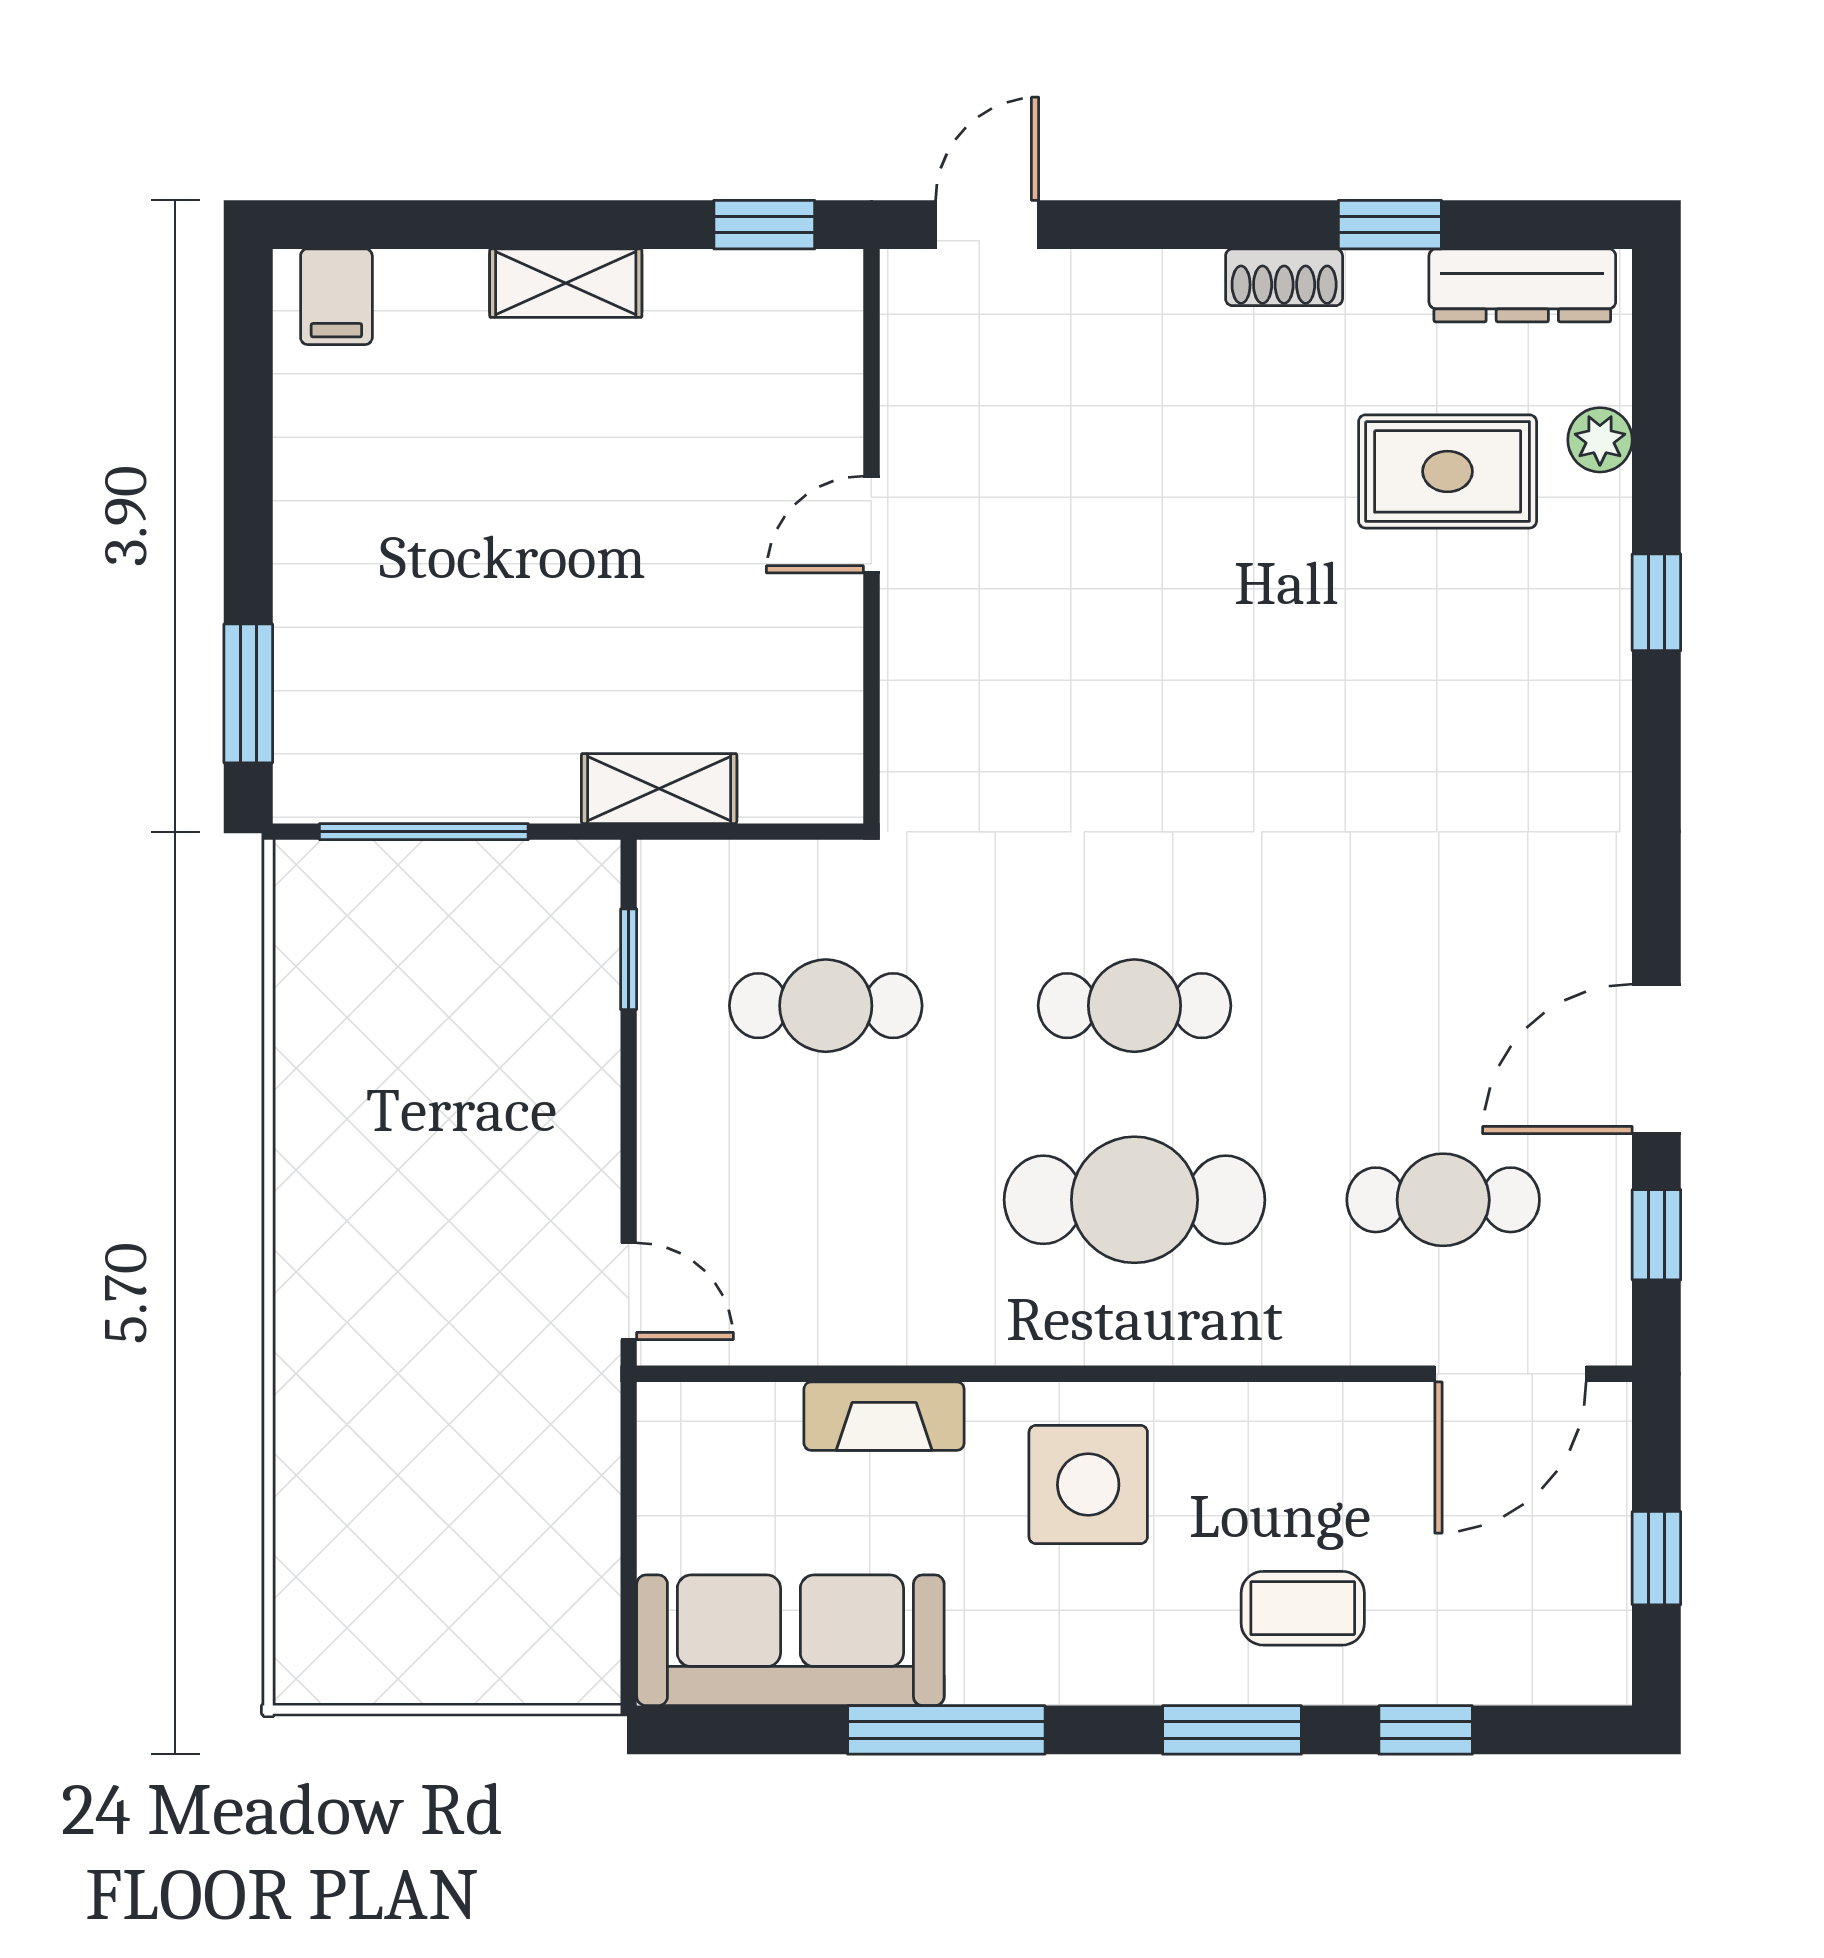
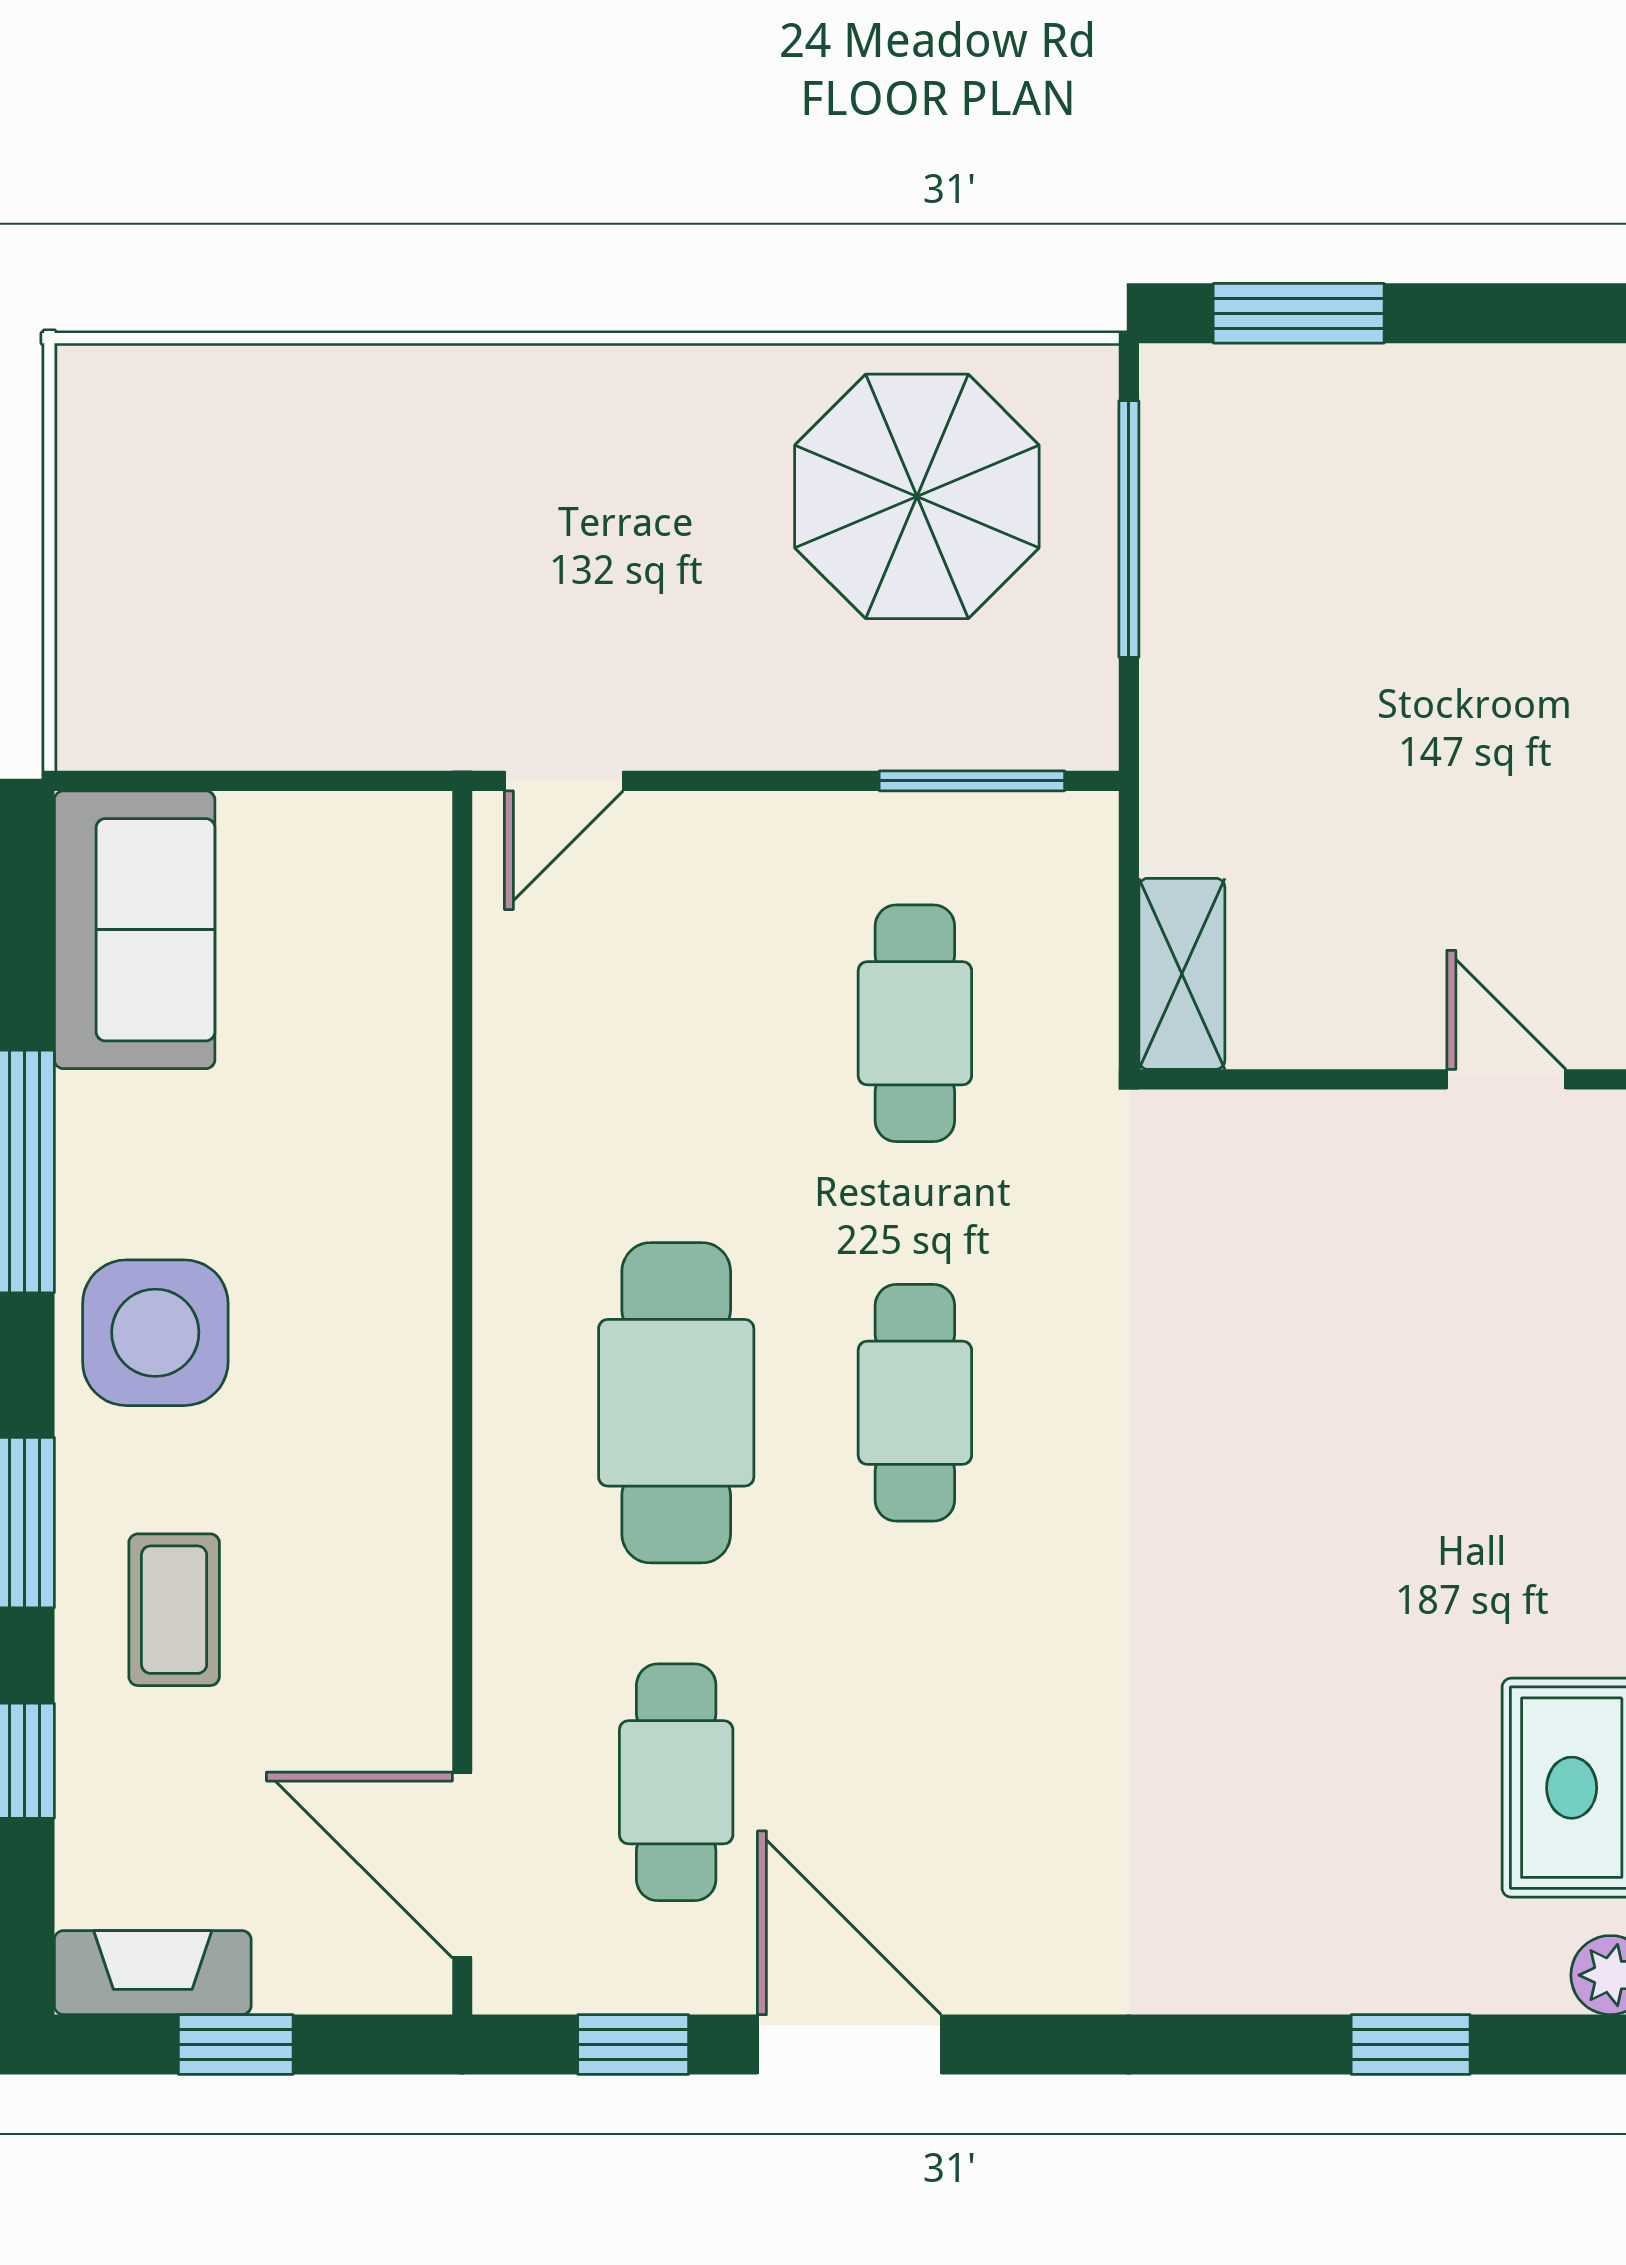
shelving: (659, 789) -> (1182, 974), moved
window: (629, 959) -> (972, 781), width x1.50
parasol: (397, 1004) -> (917, 496), added
fireplace: (884, 1416) -> (153, 1973), moved, turned 90
side table: (1088, 1485) -> (155, 1333), moved
sofa: (790, 1640) -> (135, 930), width x0.73

